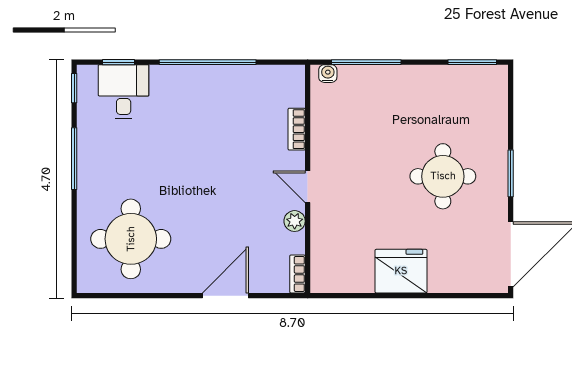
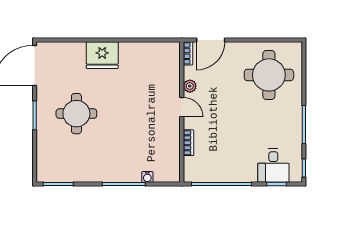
bookcase: (297, 129) -> (188, 143), moved
wall: (308, 179) -> (182, 112), moved
door: (308, 187) -> (182, 107), moved
plant: (295, 221) -> (190, 86), moved
bookcase: (297, 274) -> (188, 53), moved

